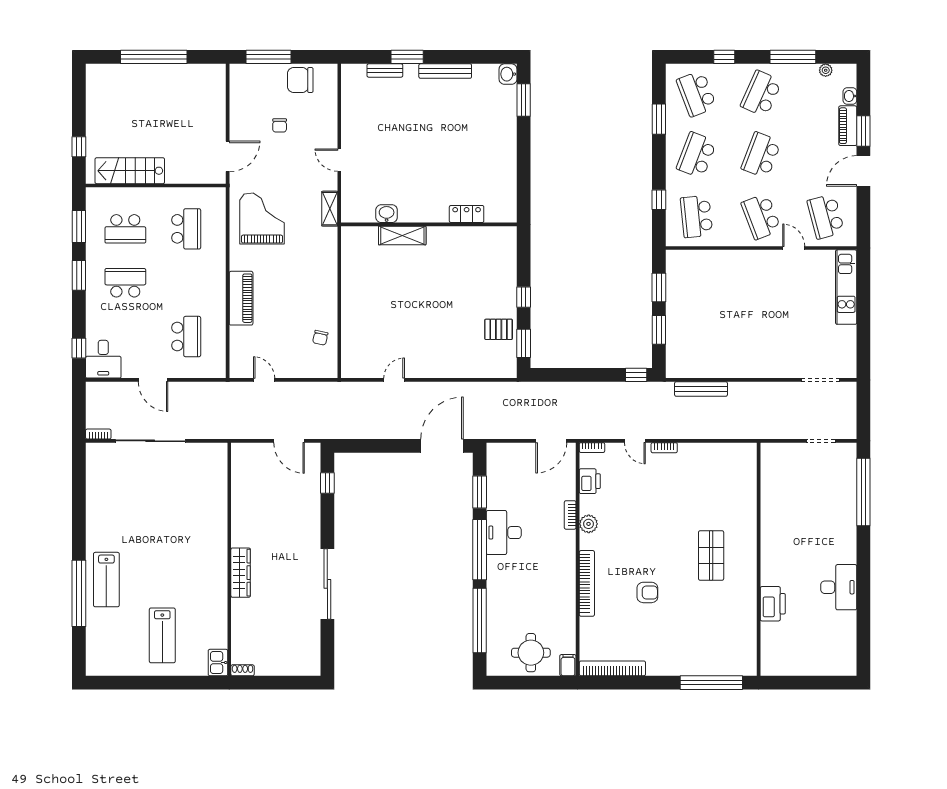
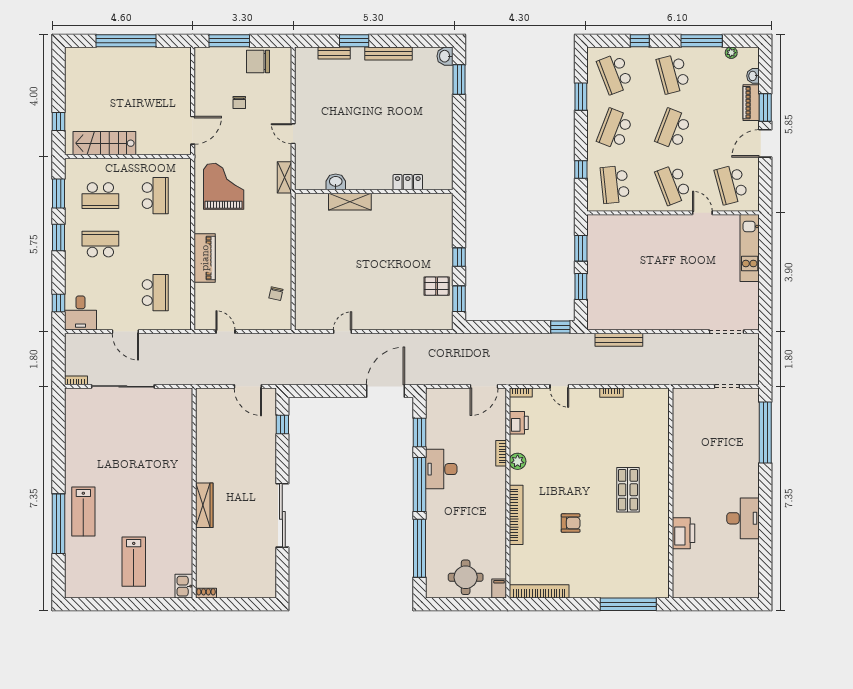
school desk: (761, 94) -> (673, 74), turned -39
bookcase: (664, 448) -> (611, 393), moved

